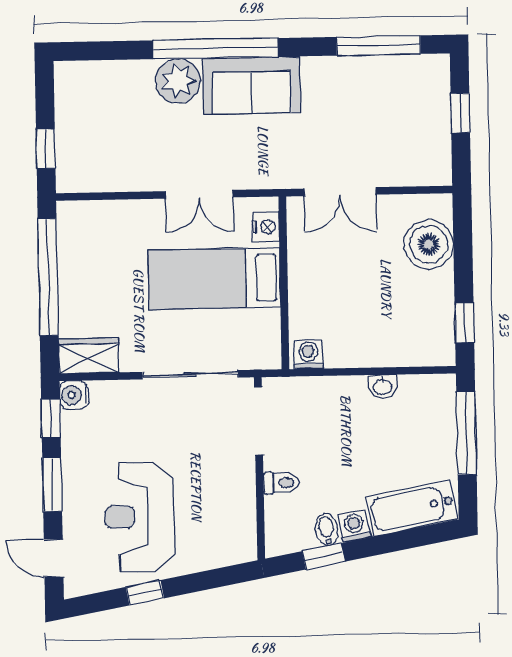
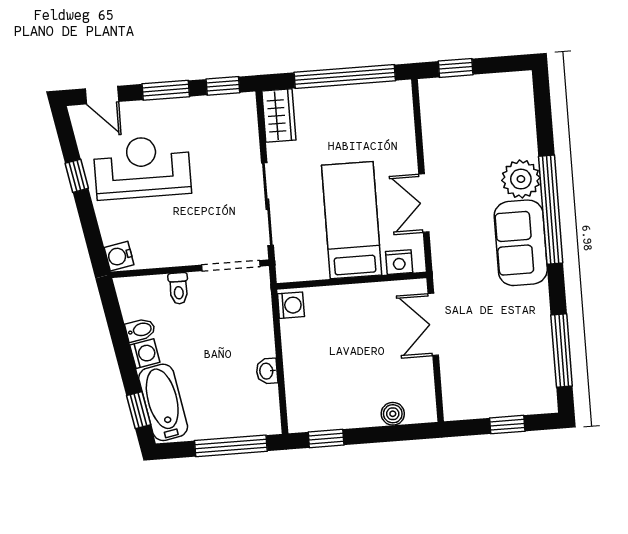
boiler: (429, 244) -> (393, 414), width x0.54, depth x0.54
water cooler: (74, 395) -> (119, 256), moved, turned -100
window: (324, 556) -> (139, 410), moved
door: (54, 558) -> (102, 95), swing flipped

